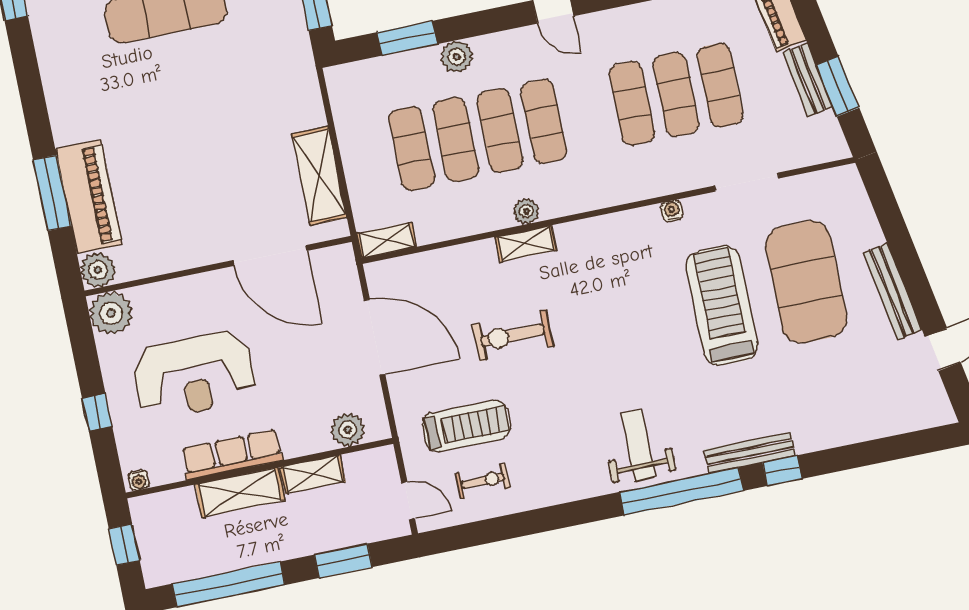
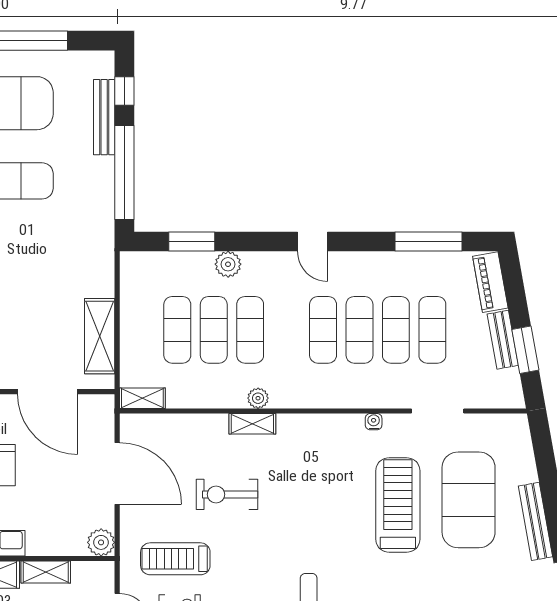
exercise mat: (544, 121) -> (323, 330), moved
treadmill: (466, 426) -> (175, 559), turned 180
plant: (348, 430) -> (101, 542), moved

